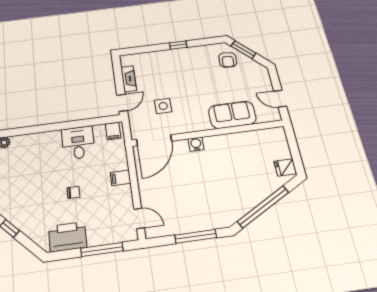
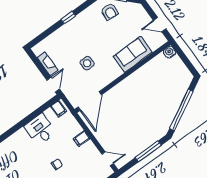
side table: (163, 106) -> (87, 63), moved
water cooler: (196, 144) -> (170, 52), moved
fridge: (285, 167) -> (184, 75), removed

